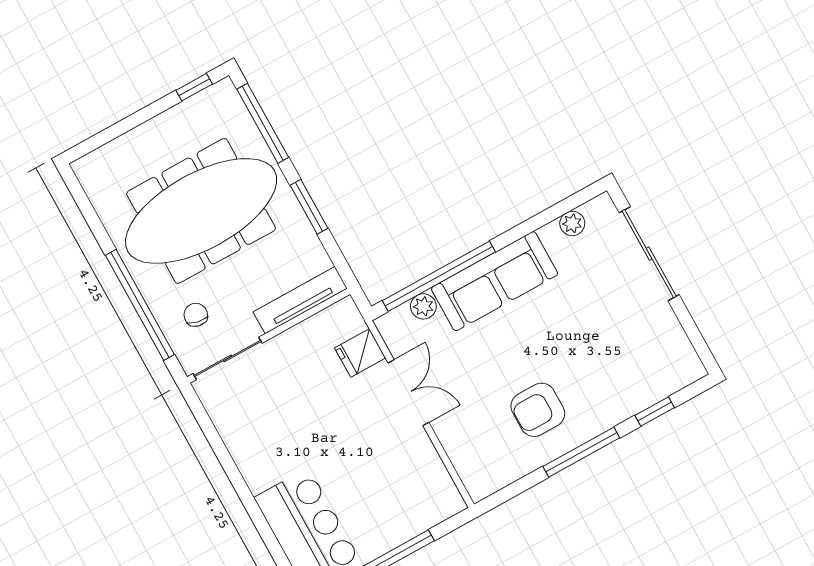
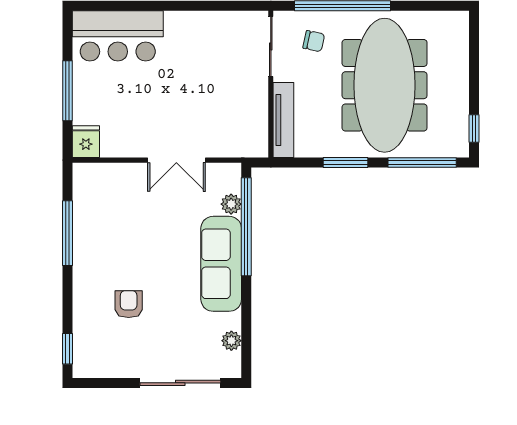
fridge: (360, 353) -> (86, 142), moved
armchair: (538, 410) -> (129, 304), moved, width x0.72, depth x0.72
window: (655, 412) -> (67, 349), moved
window: (581, 452) -> (67, 233), moved

